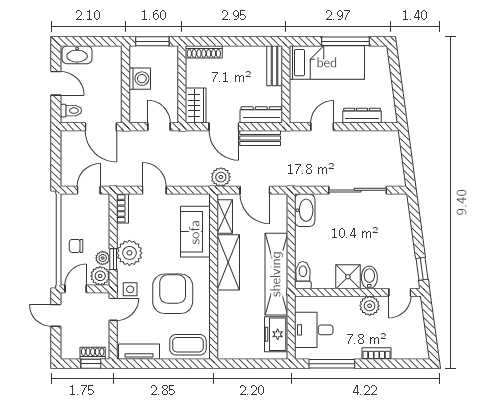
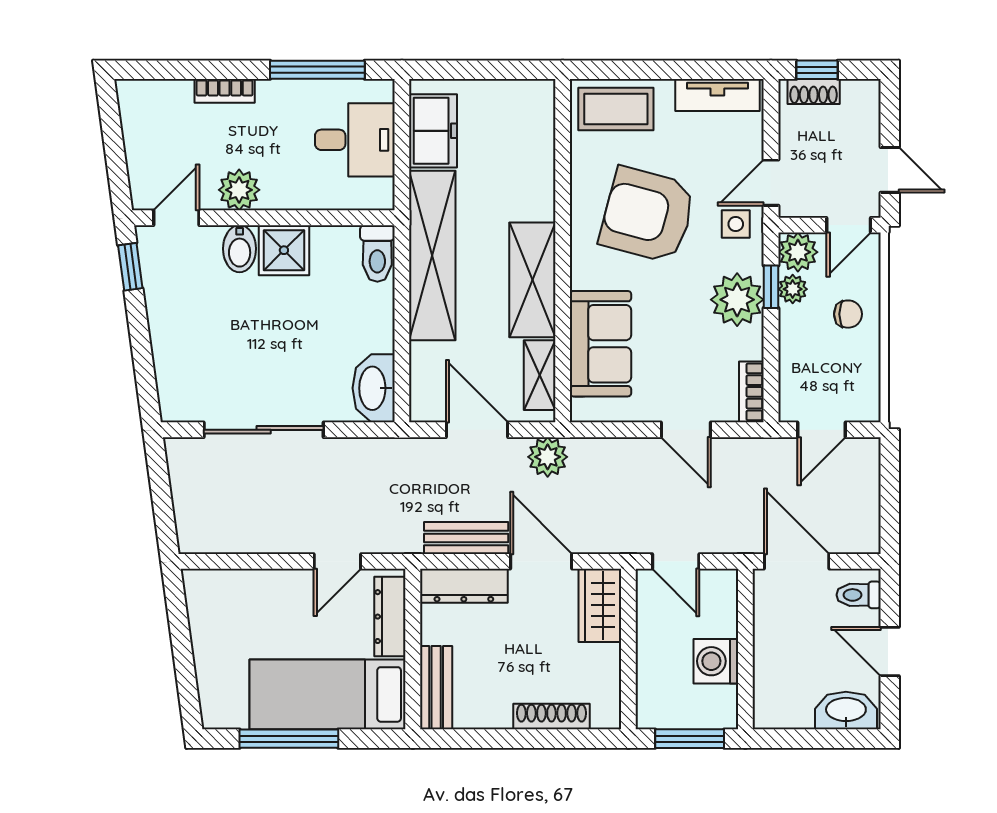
shoe rack: (204, 52) -> (551, 717), moved
dresser: (362, 116) -> (390, 617), moved, turned 90
armchair: (173, 294) -> (647, 215), turned 105

